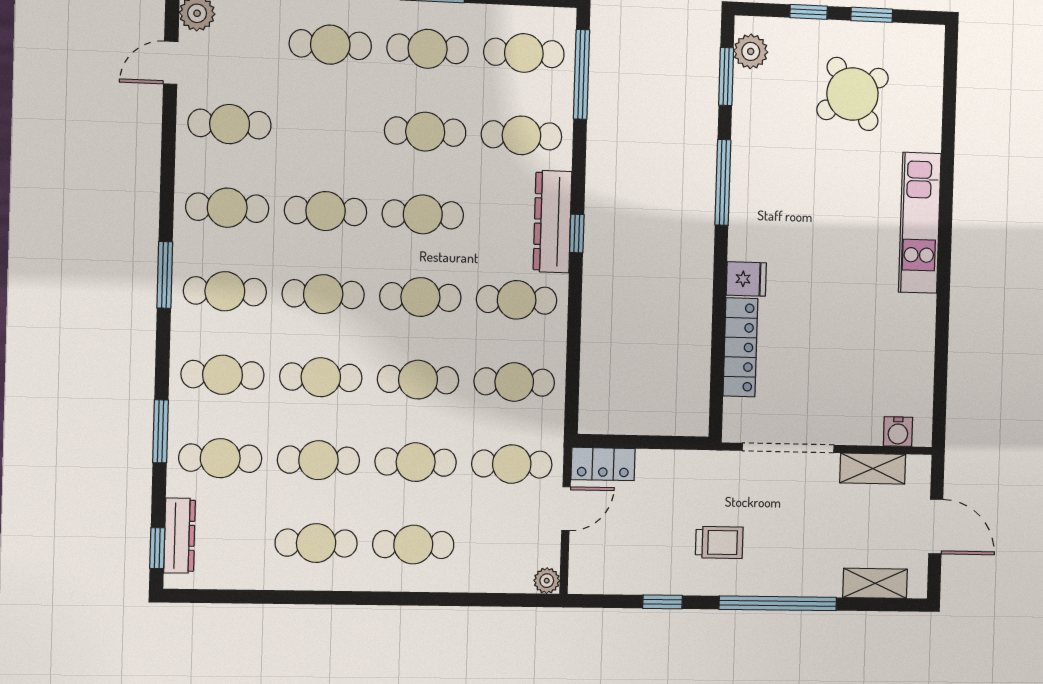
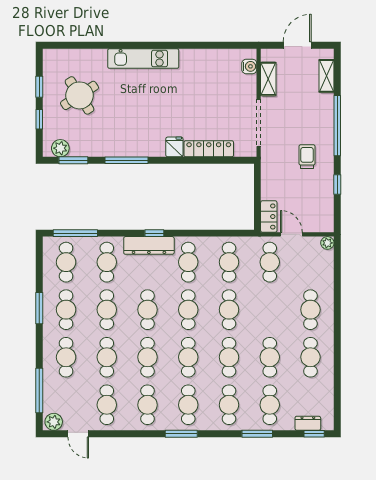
cafe table: (416, 462) -> (107, 357), moved
dresser: (180, 536) -> (308, 423), width x0.70

